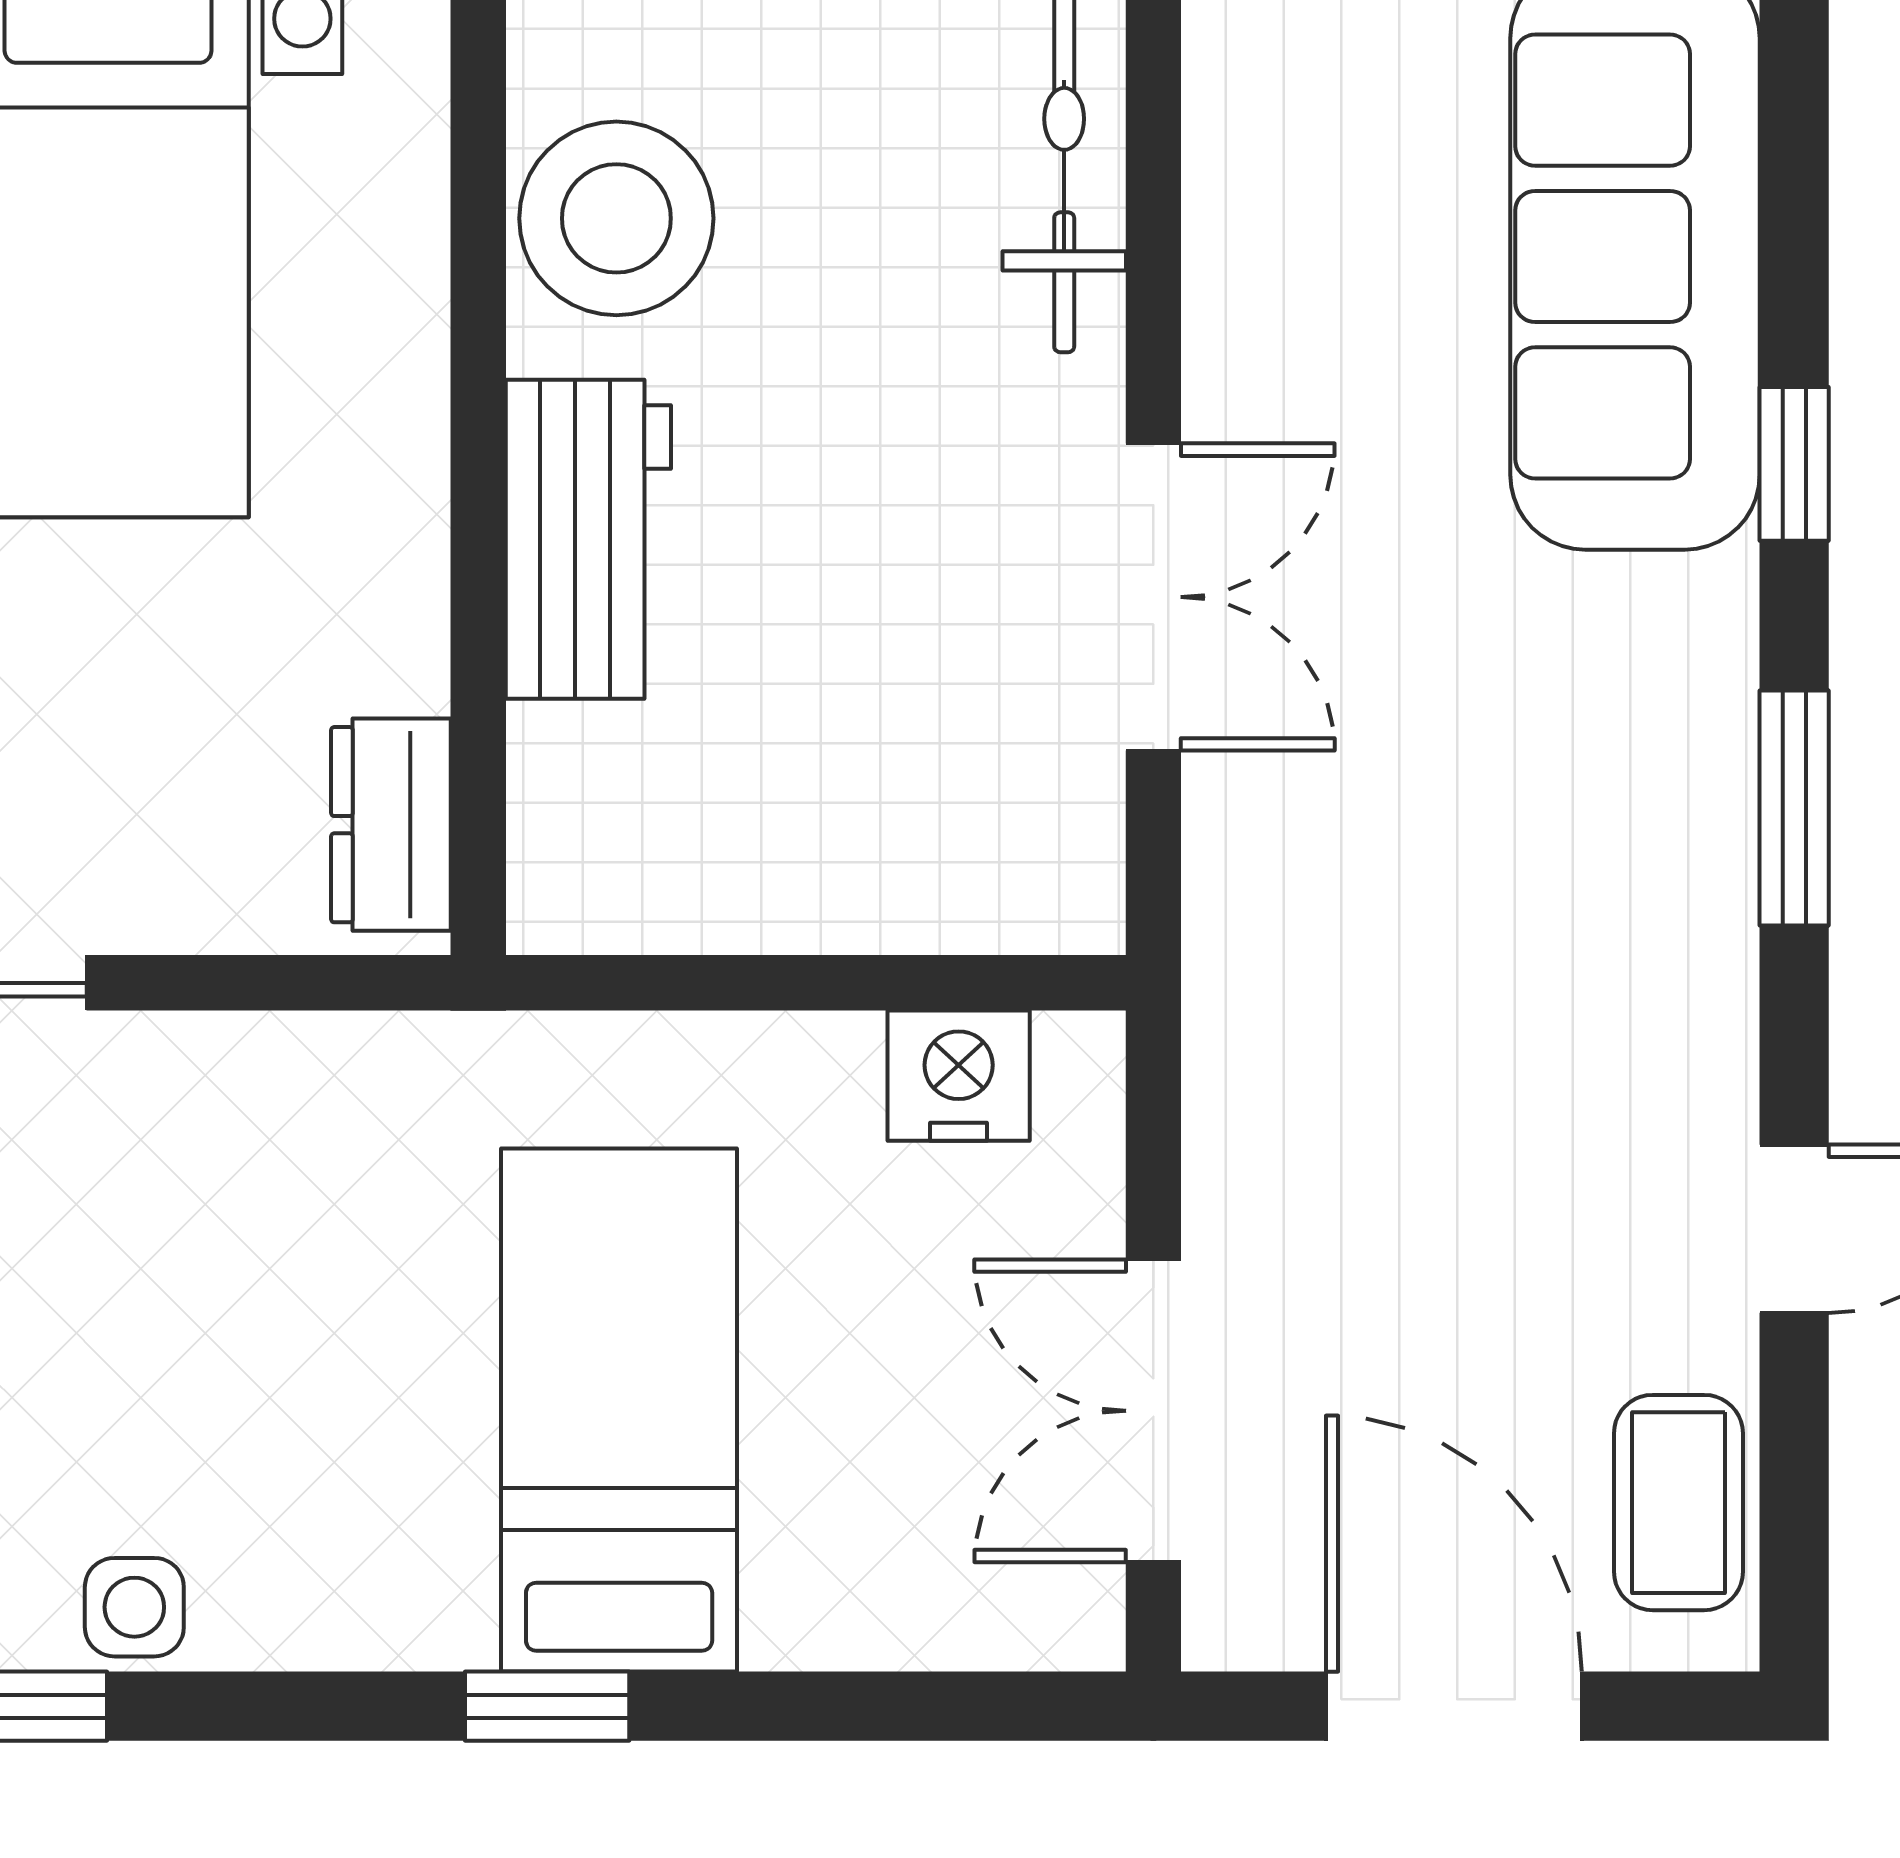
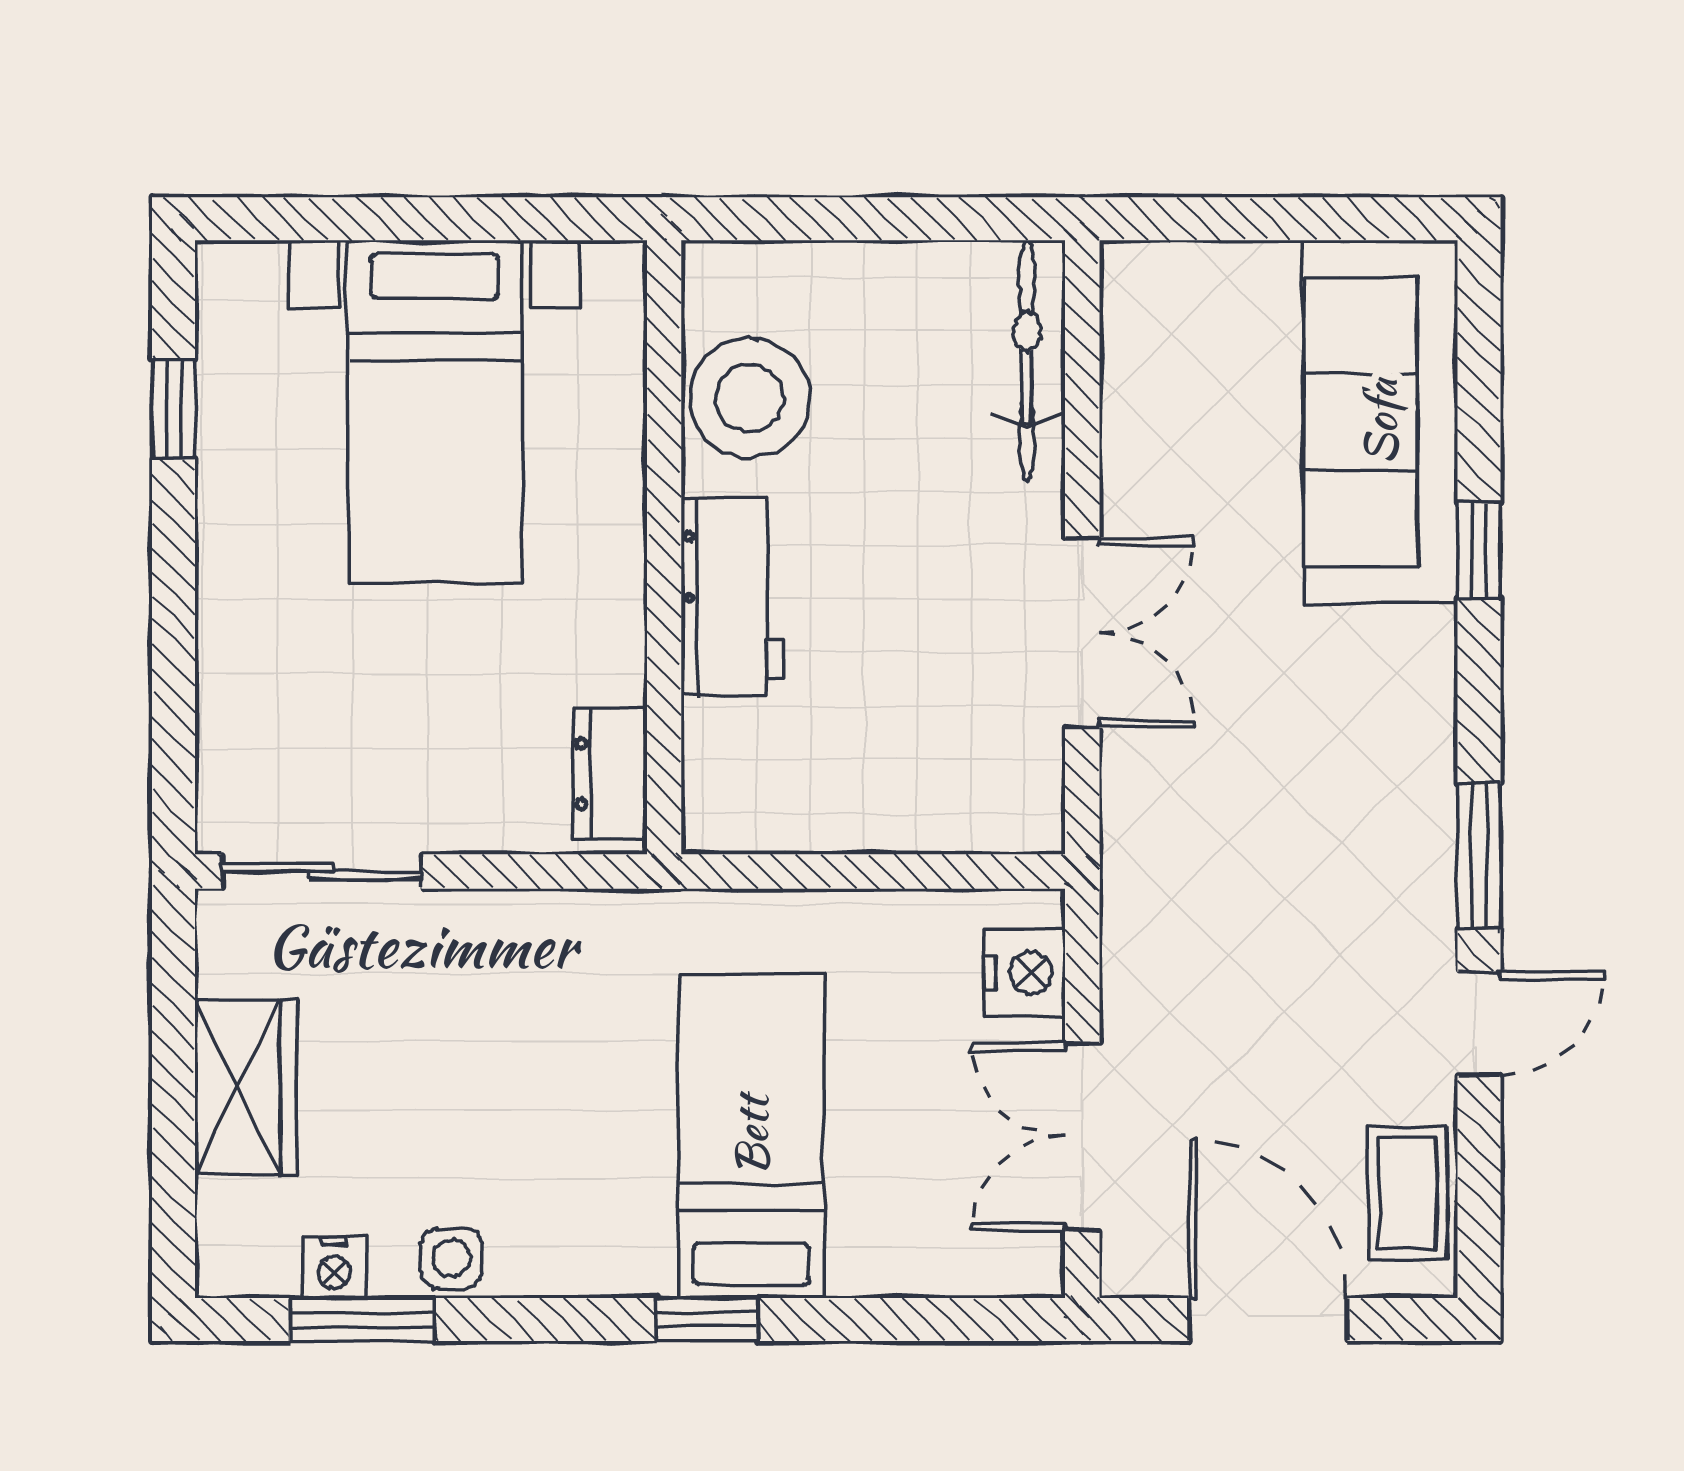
window: (1794, 808) -> (1479, 856), moved
nightstand: (959, 1076) -> (1025, 973), moved, turned 90

